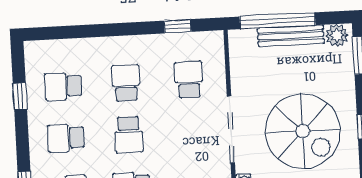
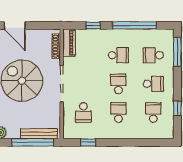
bench: (291, 36) -> (39, 134), moved
school desk: (126, 83) -> (118, 112), turned 180
school desk: (63, 86) -> (153, 112), turned -90

